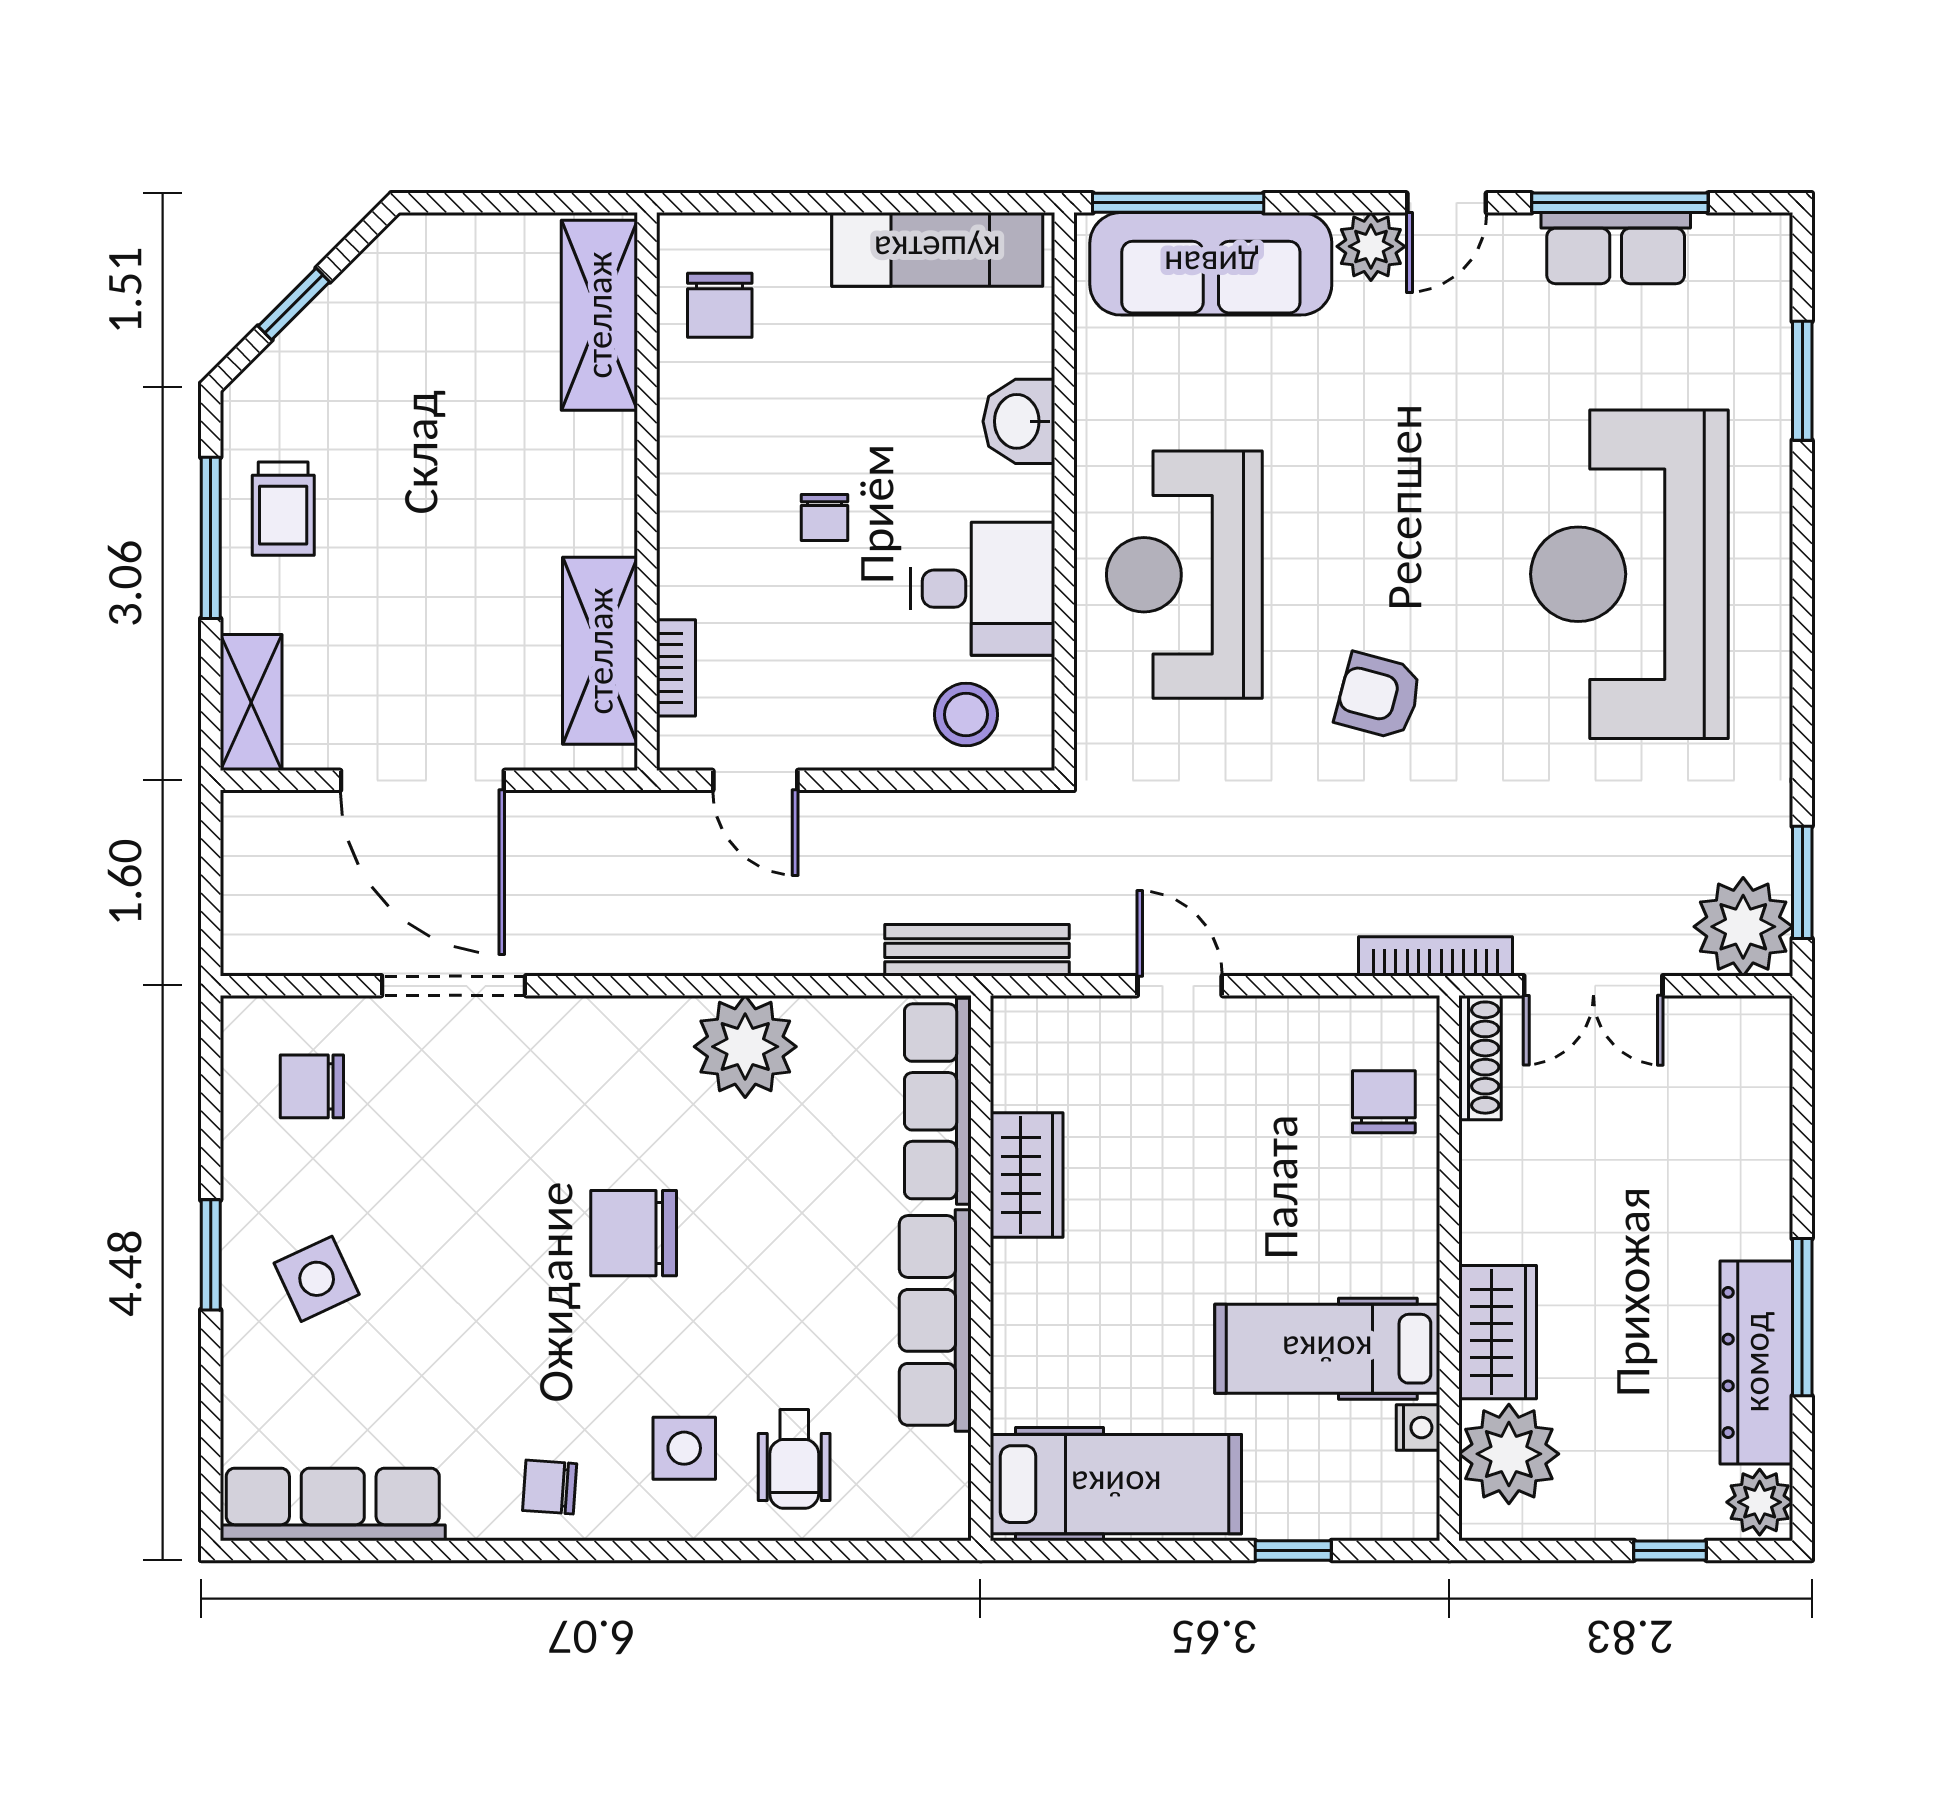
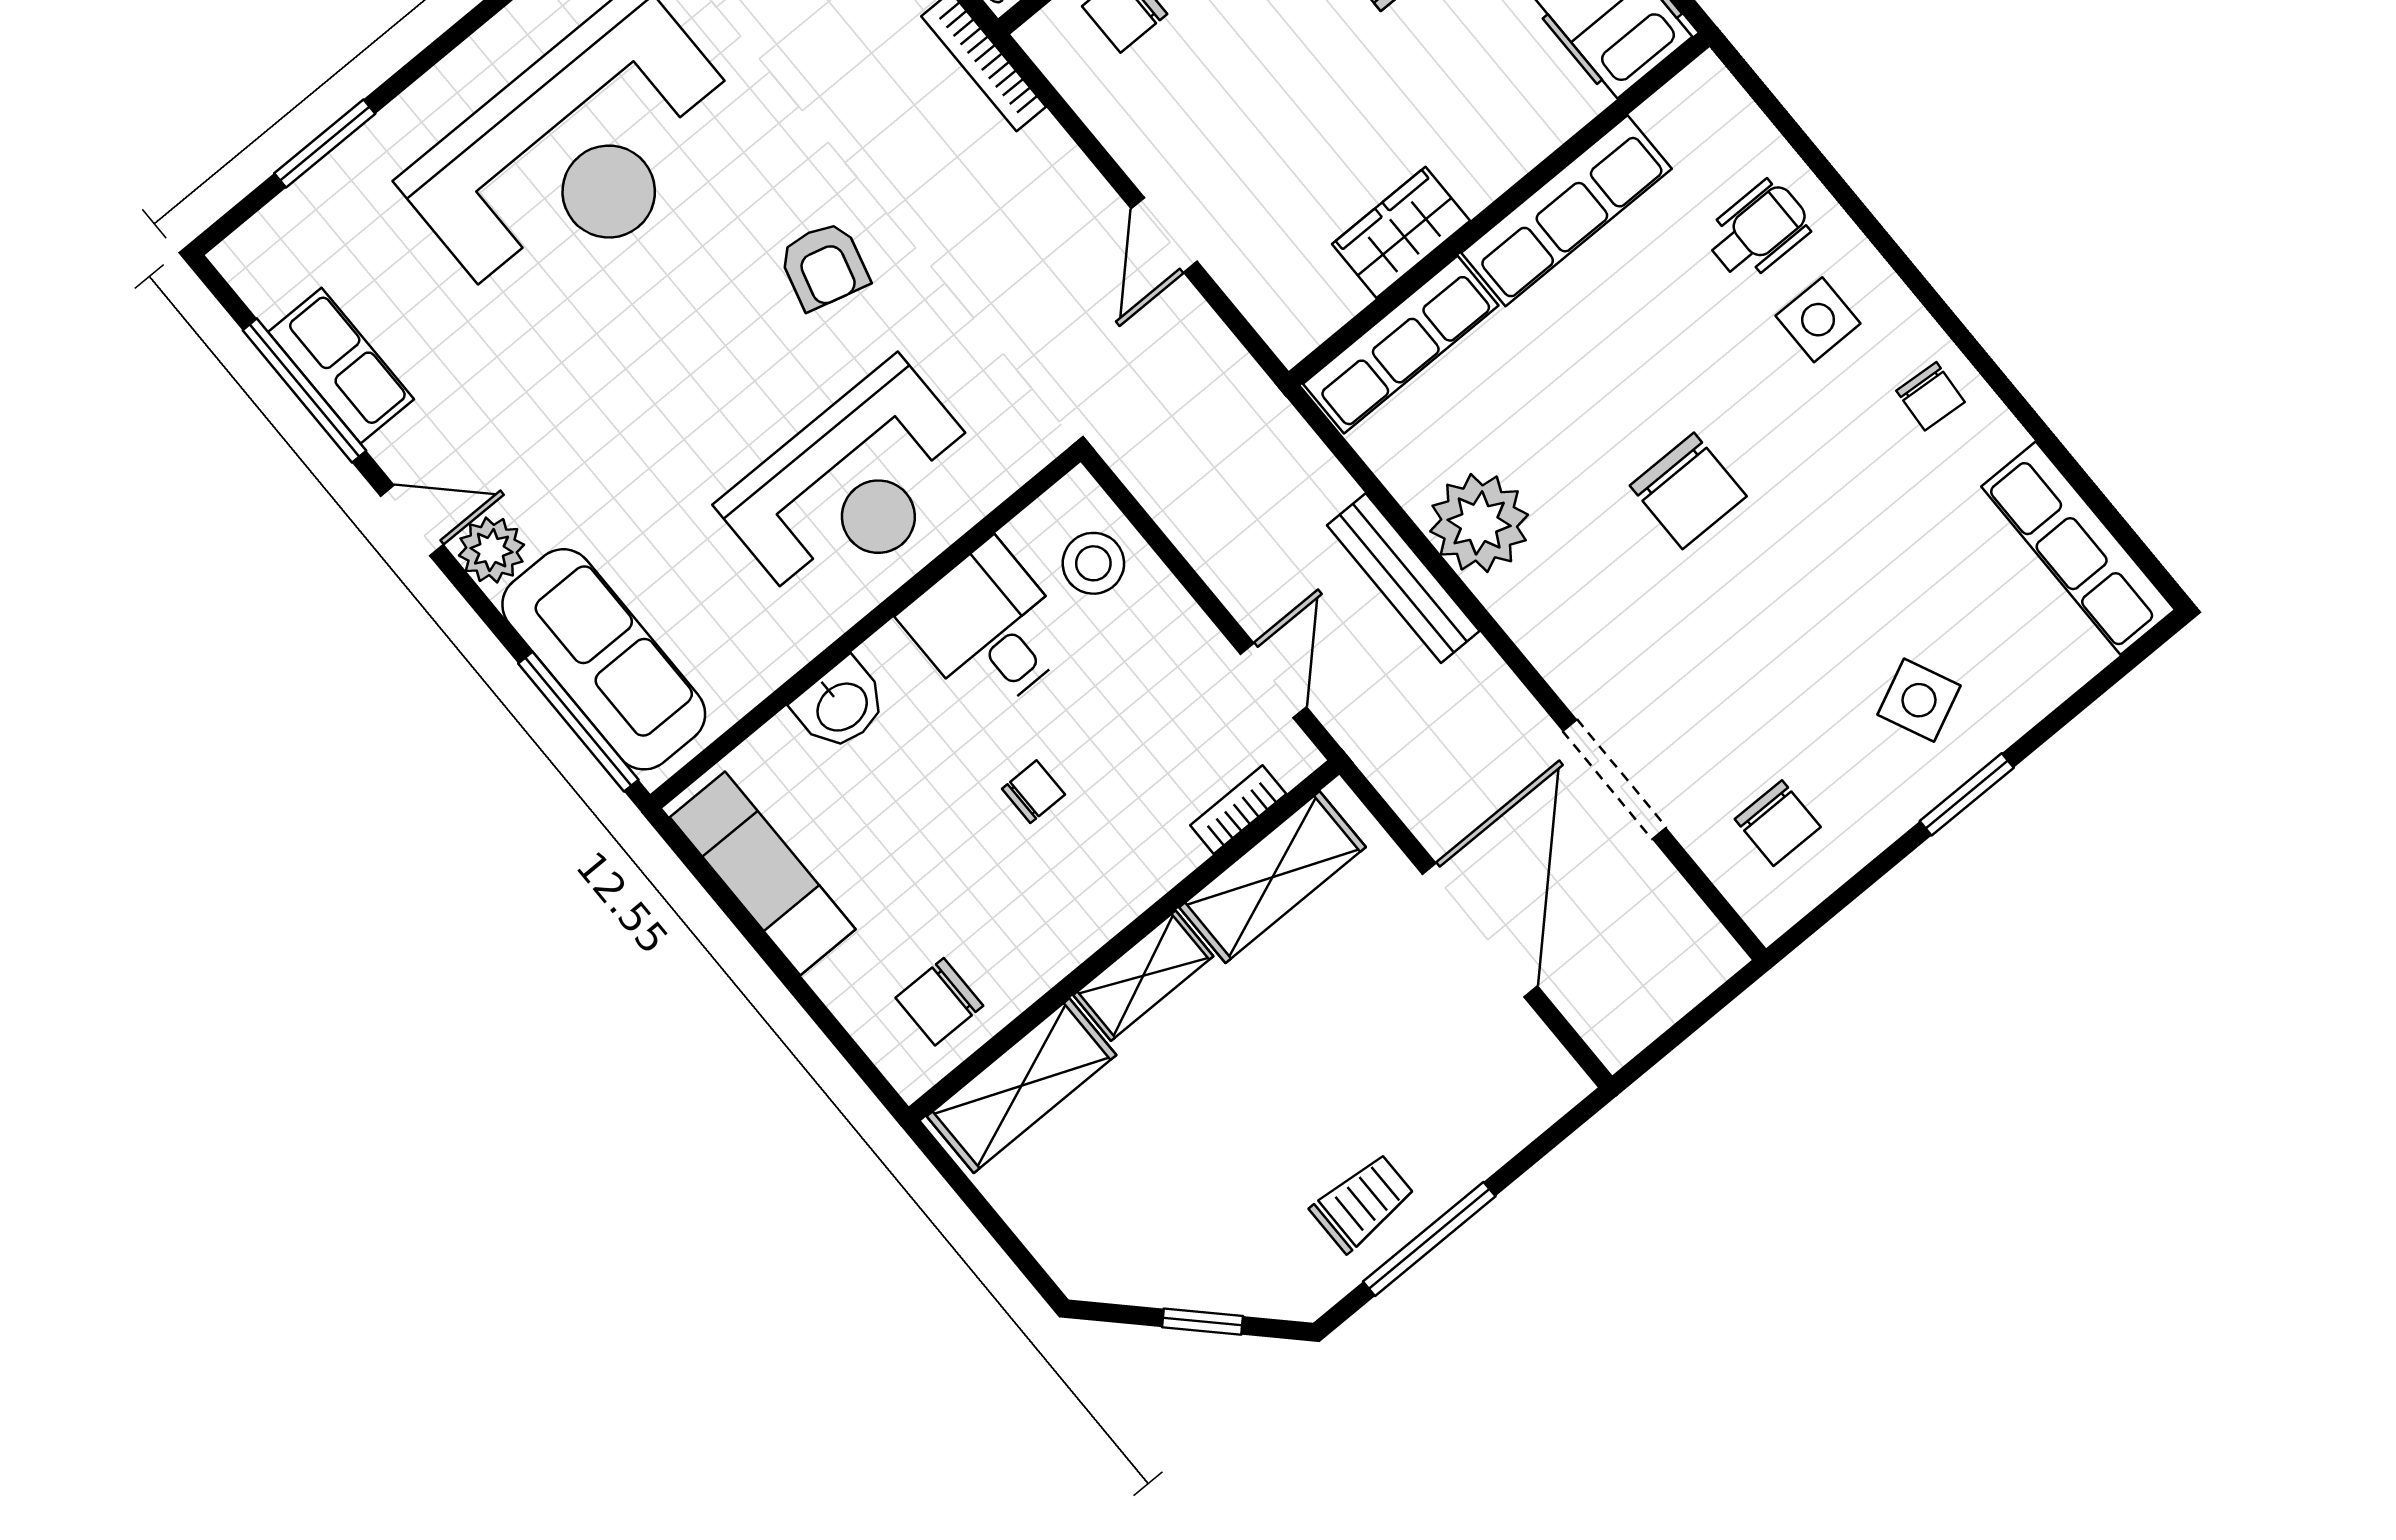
chair: (720, 305) -> (939, 1002), turned 180
shelving: (251, 703) -> (1143, 976), moved
bench: (977, 950) -> (1403, 578), moved

